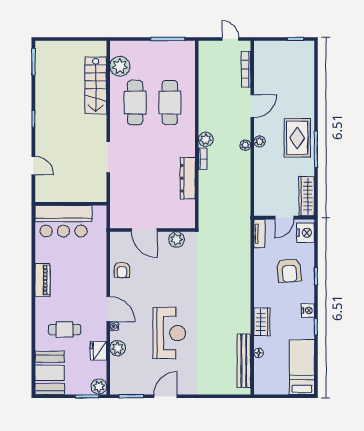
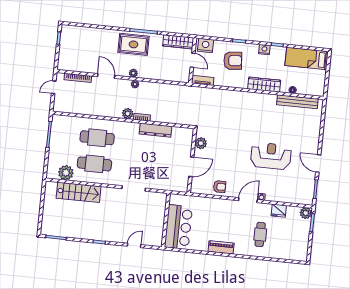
wardrobe: (262, 322) -> (264, 85), width x1.50
plant: (118, 348) -> (278, 196), removed
booth: (50, 373) -> (292, 249), removed

